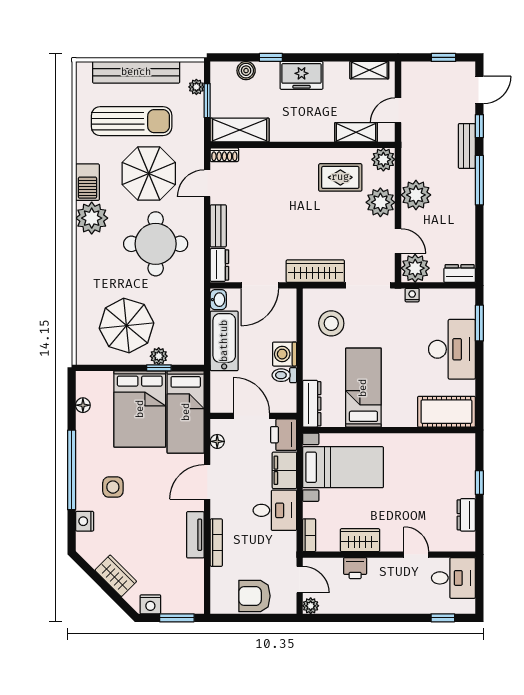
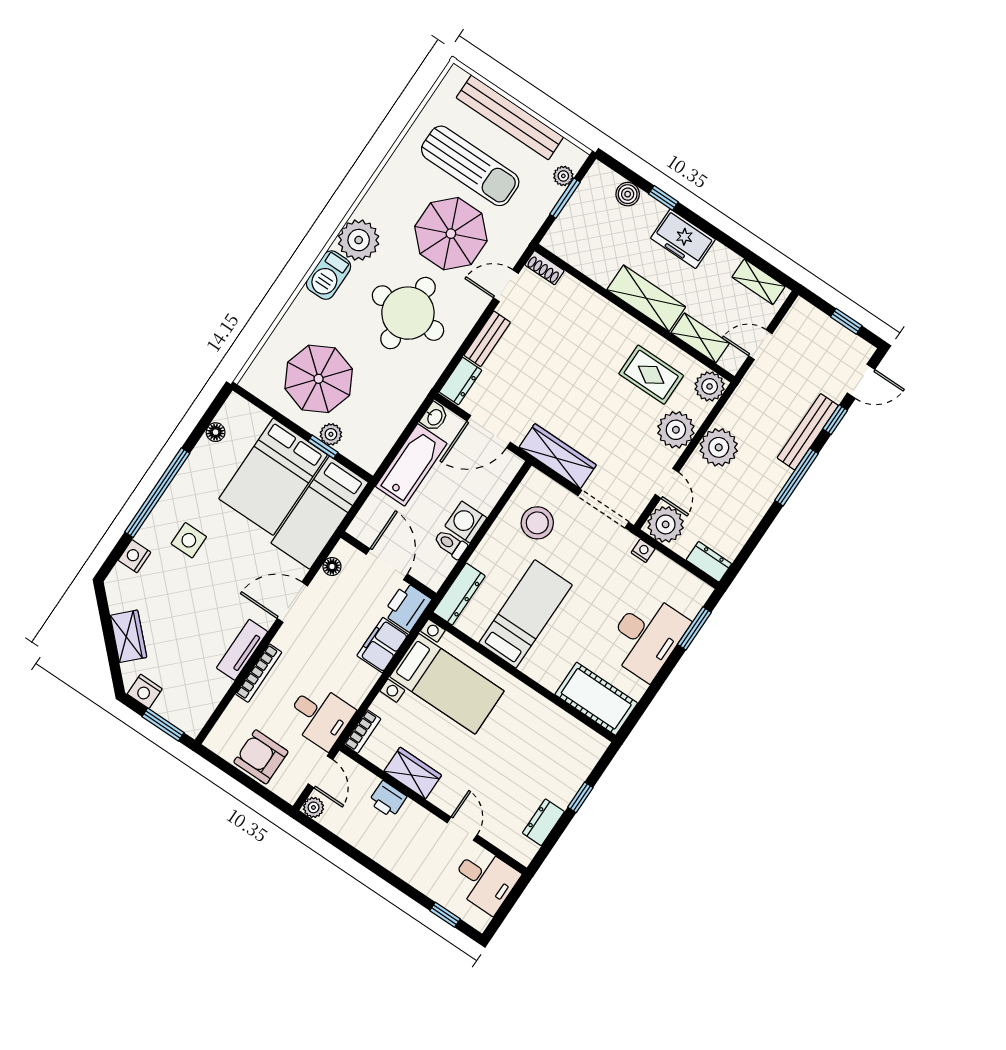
shelving: (240, 130) -> (646, 298), moved
bench: (467, 146) -> (808, 432), width x1.36
barbecue: (87, 182) -> (329, 275), moved
desk: (275, 510) -> (320, 716), moved

